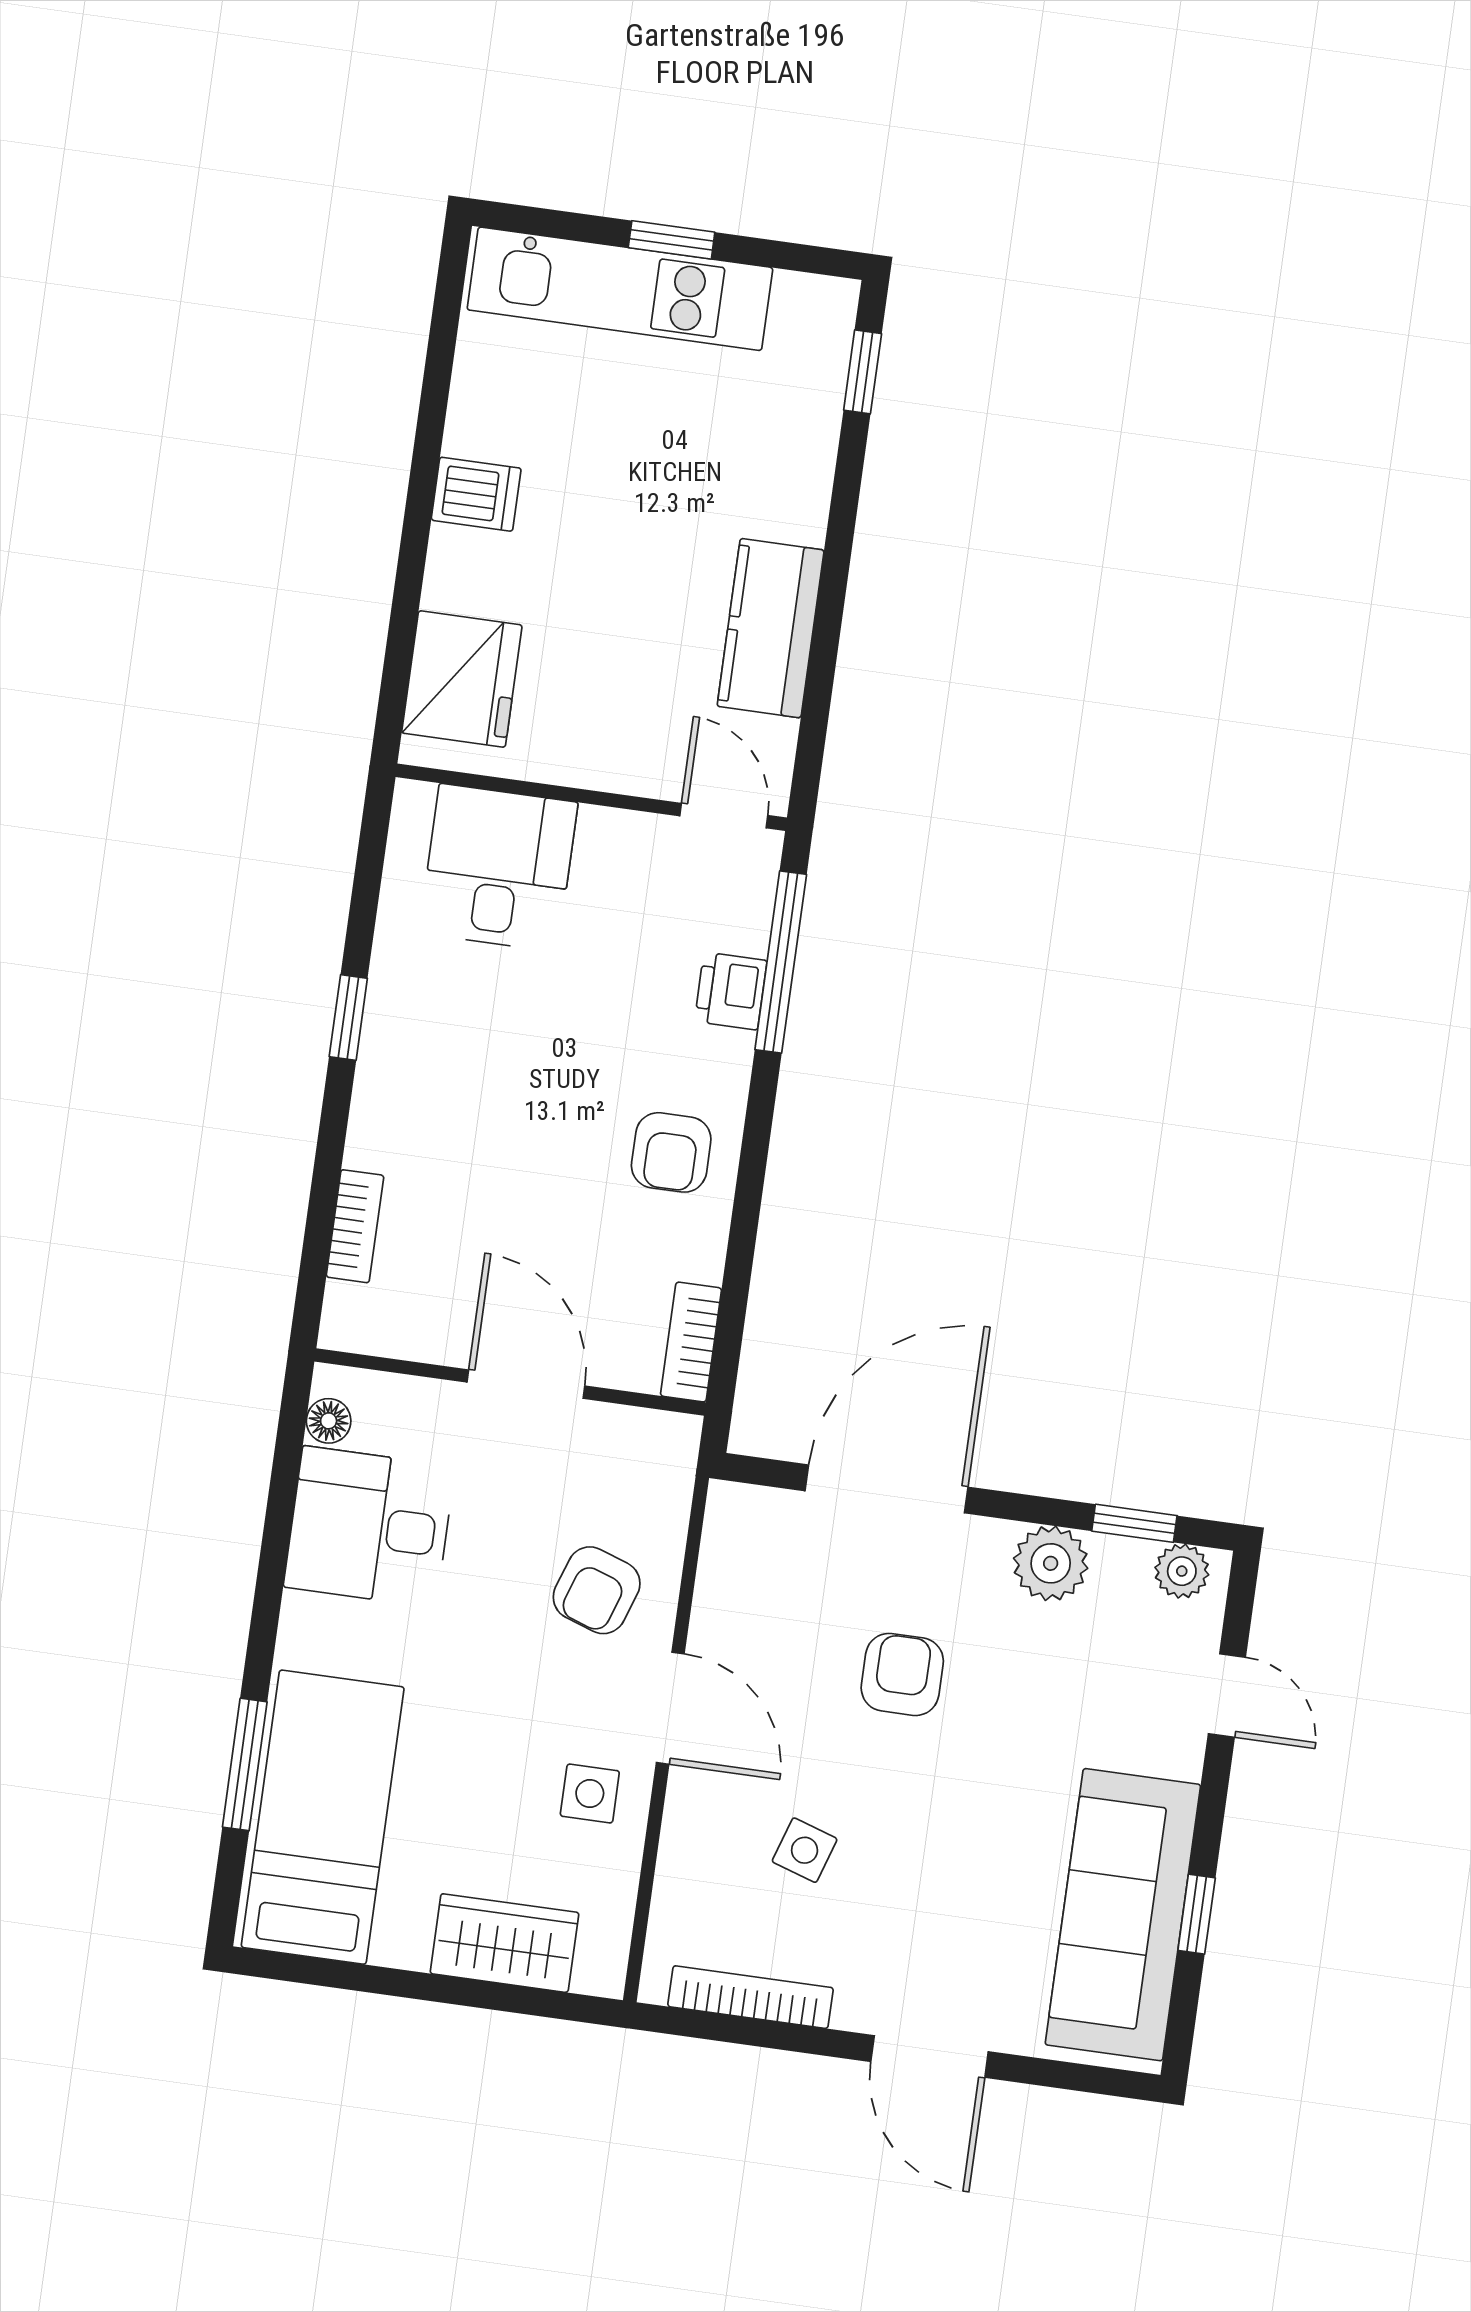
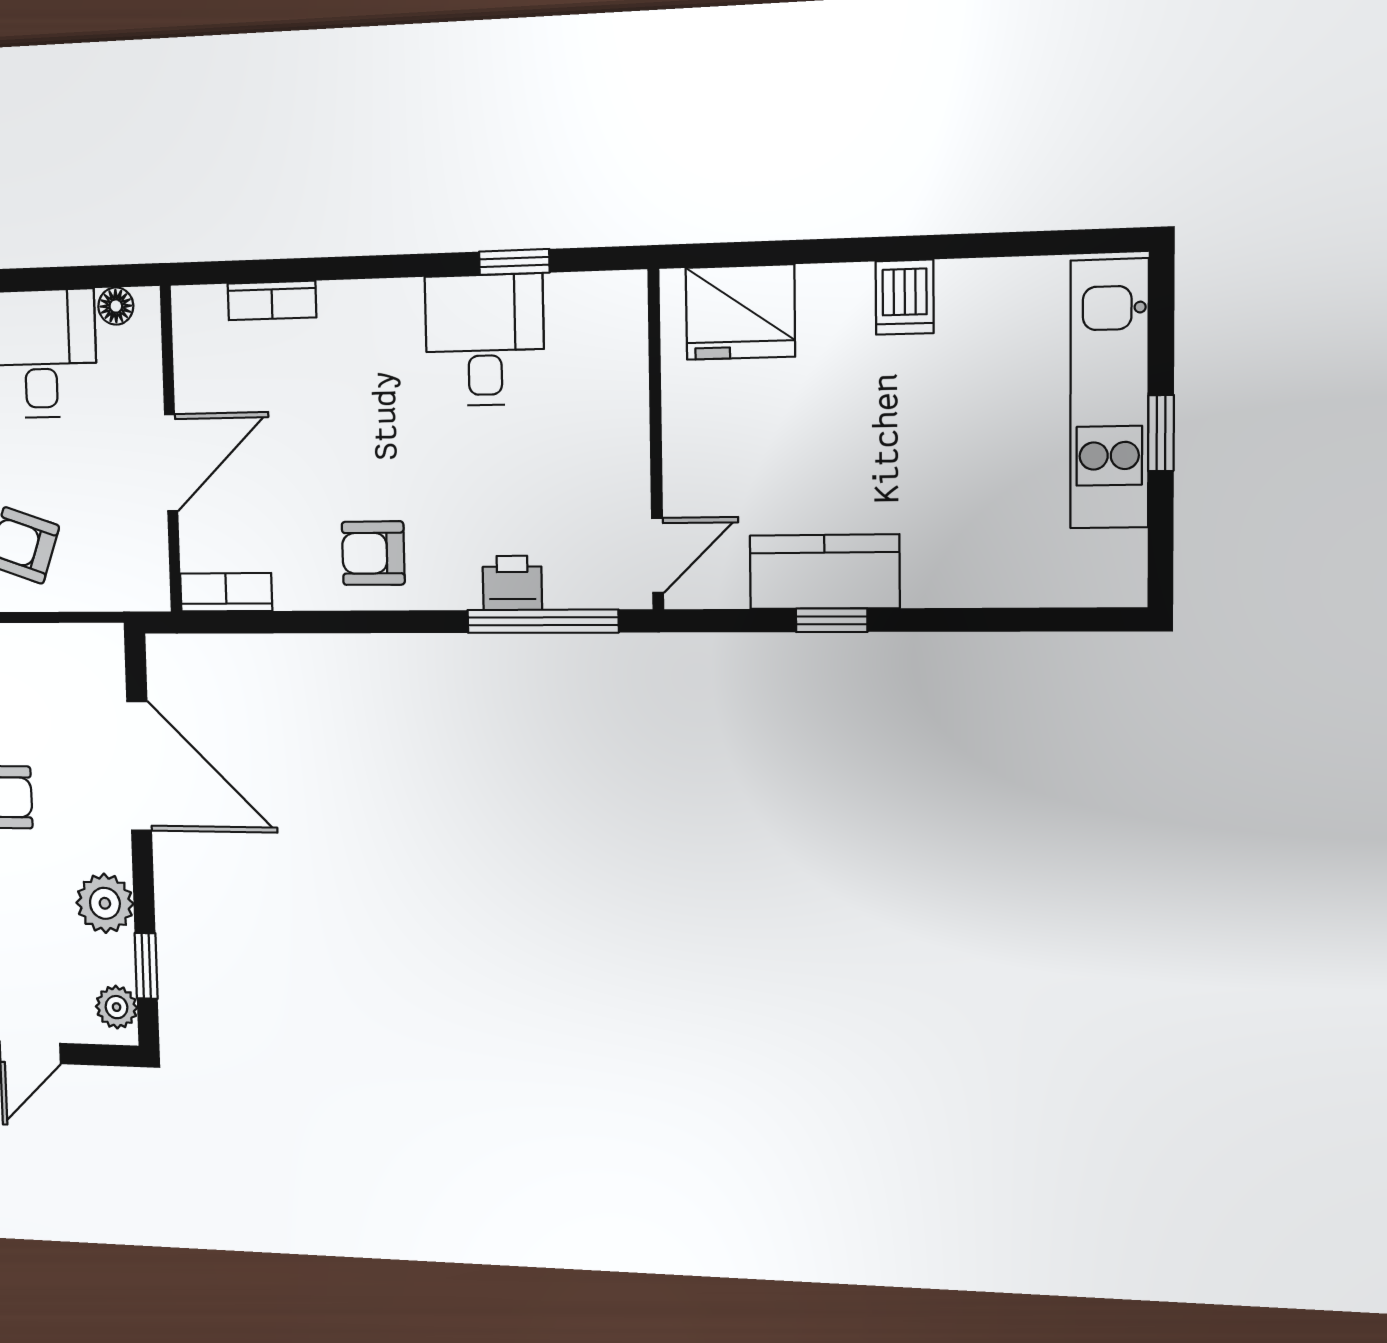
window: (863, 372) -> (832, 620), moved
desk: (498, 868) -> (485, 340), moved, turned -90
window: (348, 1018) -> (514, 262), moved

